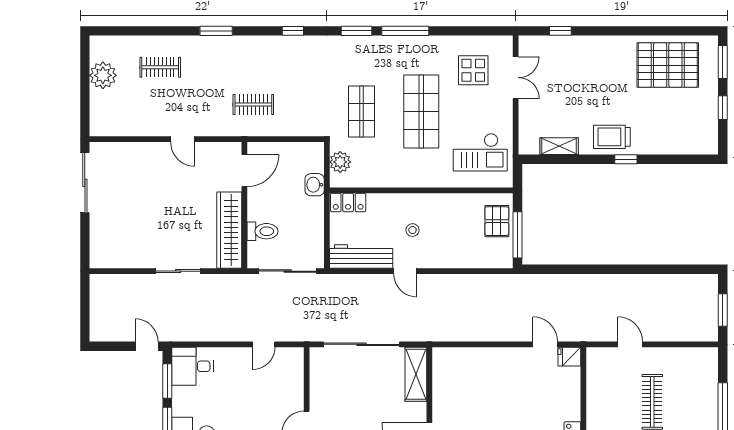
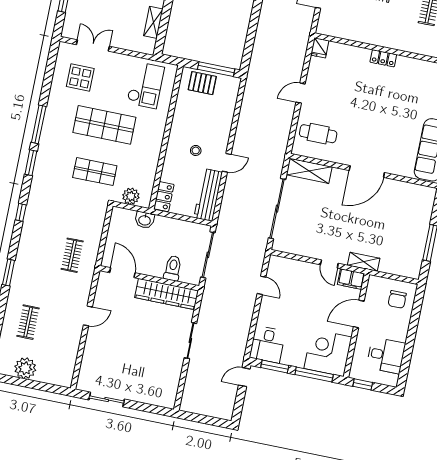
sliding door: (85, 183) -> (107, 400), width x0.73
door: (545, 344) -> (301, 93), moved
cafe table: (464, 376) -> (318, 134), added

